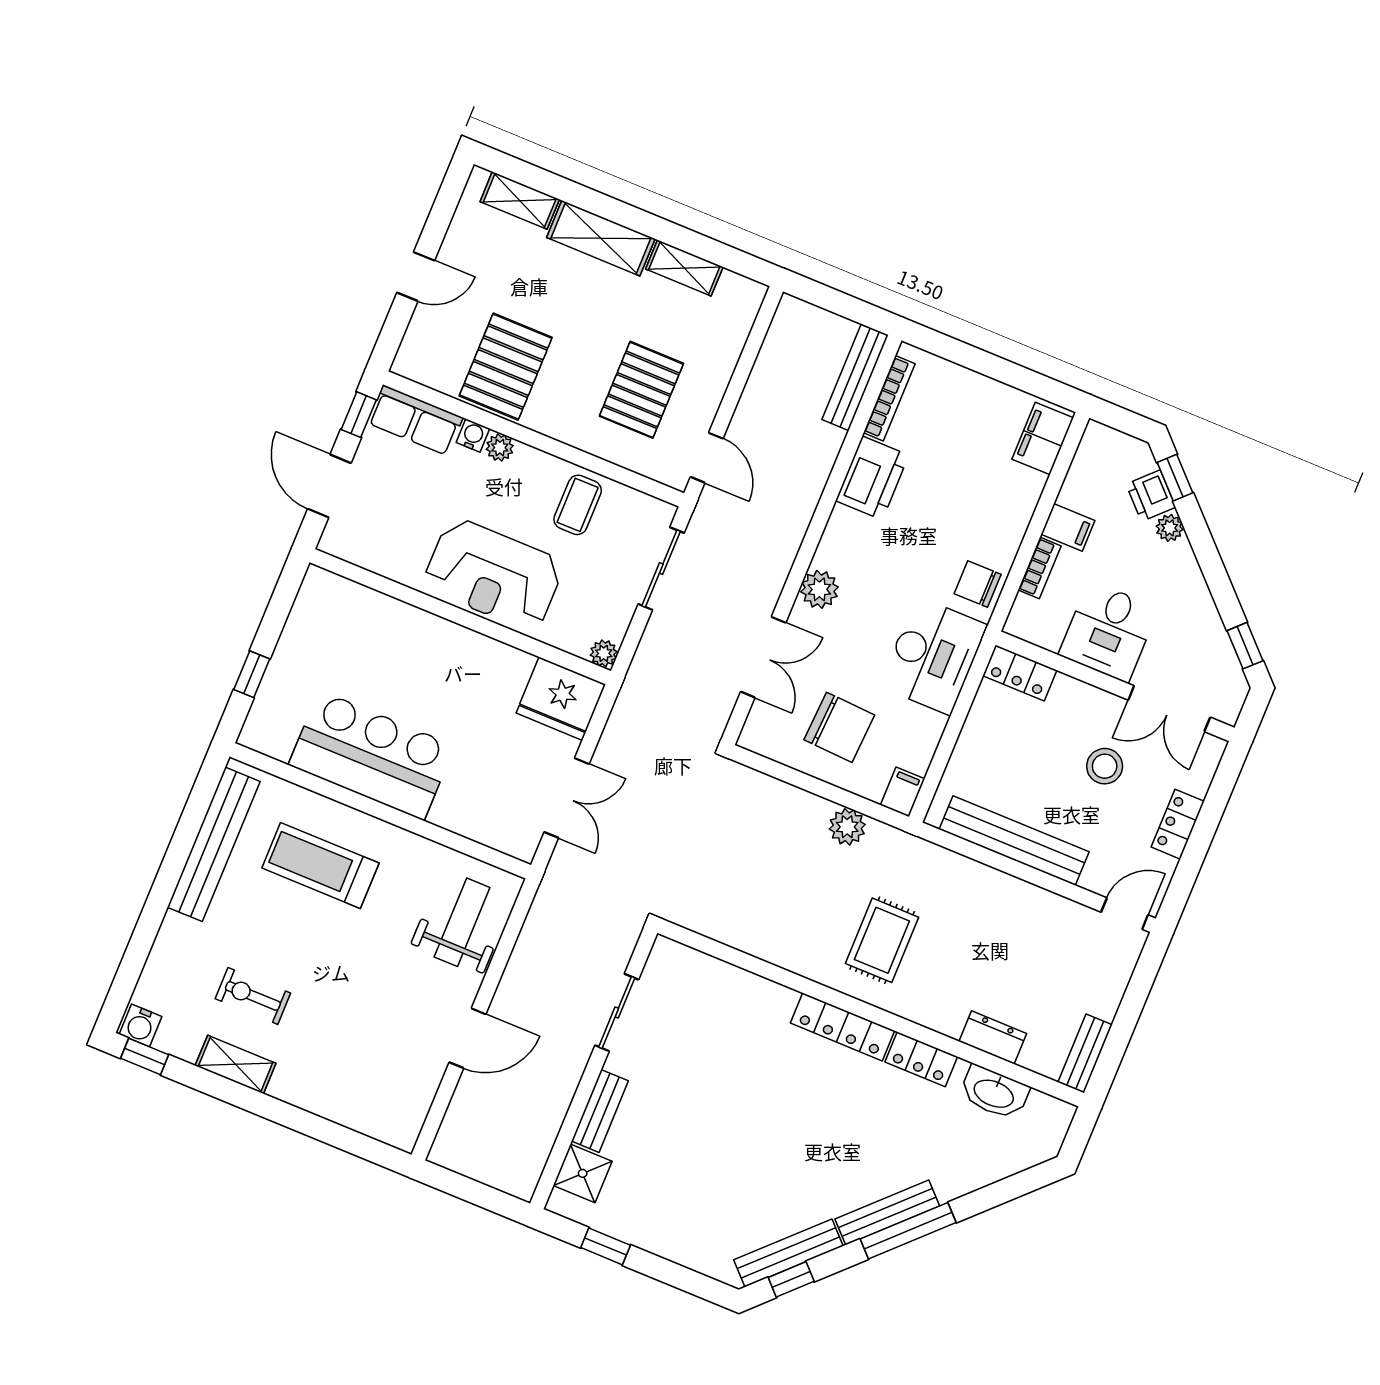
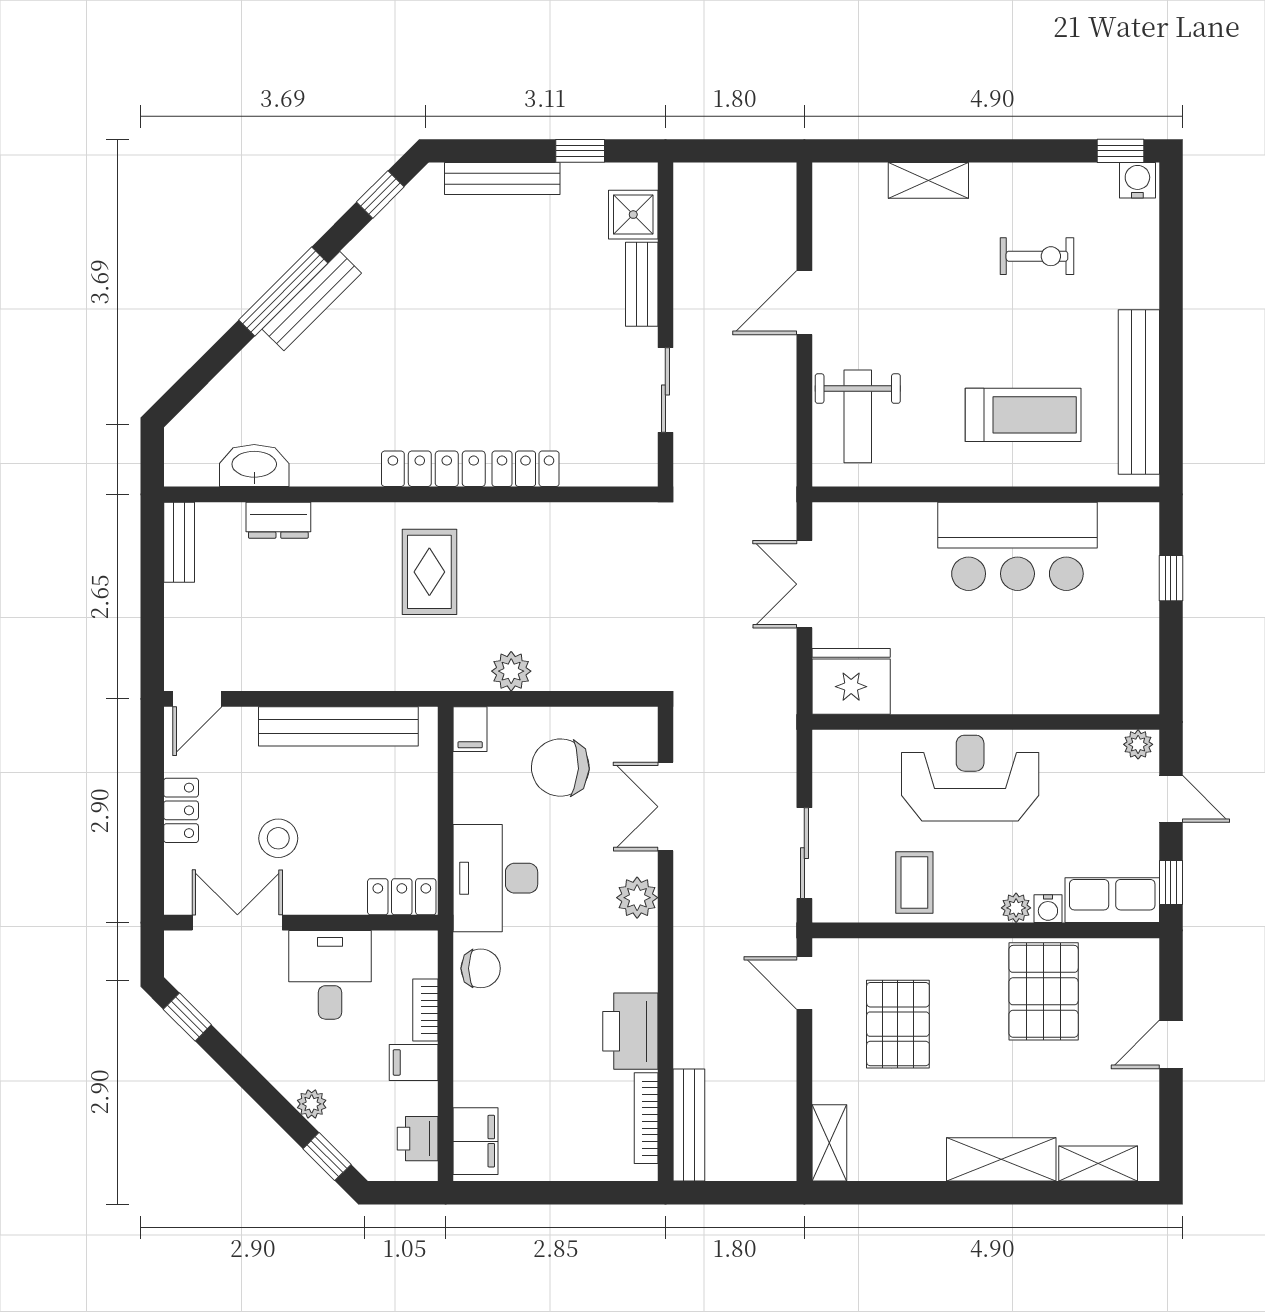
shelving: (684, 268) -> (829, 1143), moved, turned 90
door: (329, 486) -> (1171, 799), width x0.73
printer: (1151, 496) -> (418, 1139), moved, turned -135
plant: (604, 653) -> (1138, 744), moved
locker: (921, 1059) -> (526, 469), moved
shelving: (236, 1064) -> (928, 180), moved
bench: (788, 1253) -> (502, 179), moved, turned 45

